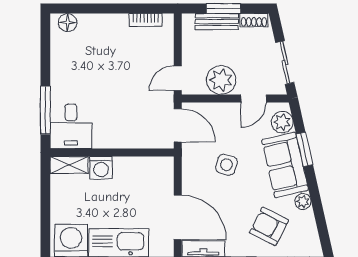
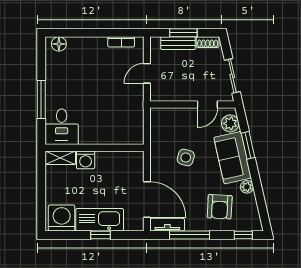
door: (178, 78) -> (147, 73), moved
plant: (221, 80) -> (181, 90), removed
window: (45, 110) -> (41, 99), moved
door: (178, 125) -> (147, 126), removed
armchair: (269, 226) -> (220, 207), turned -114

